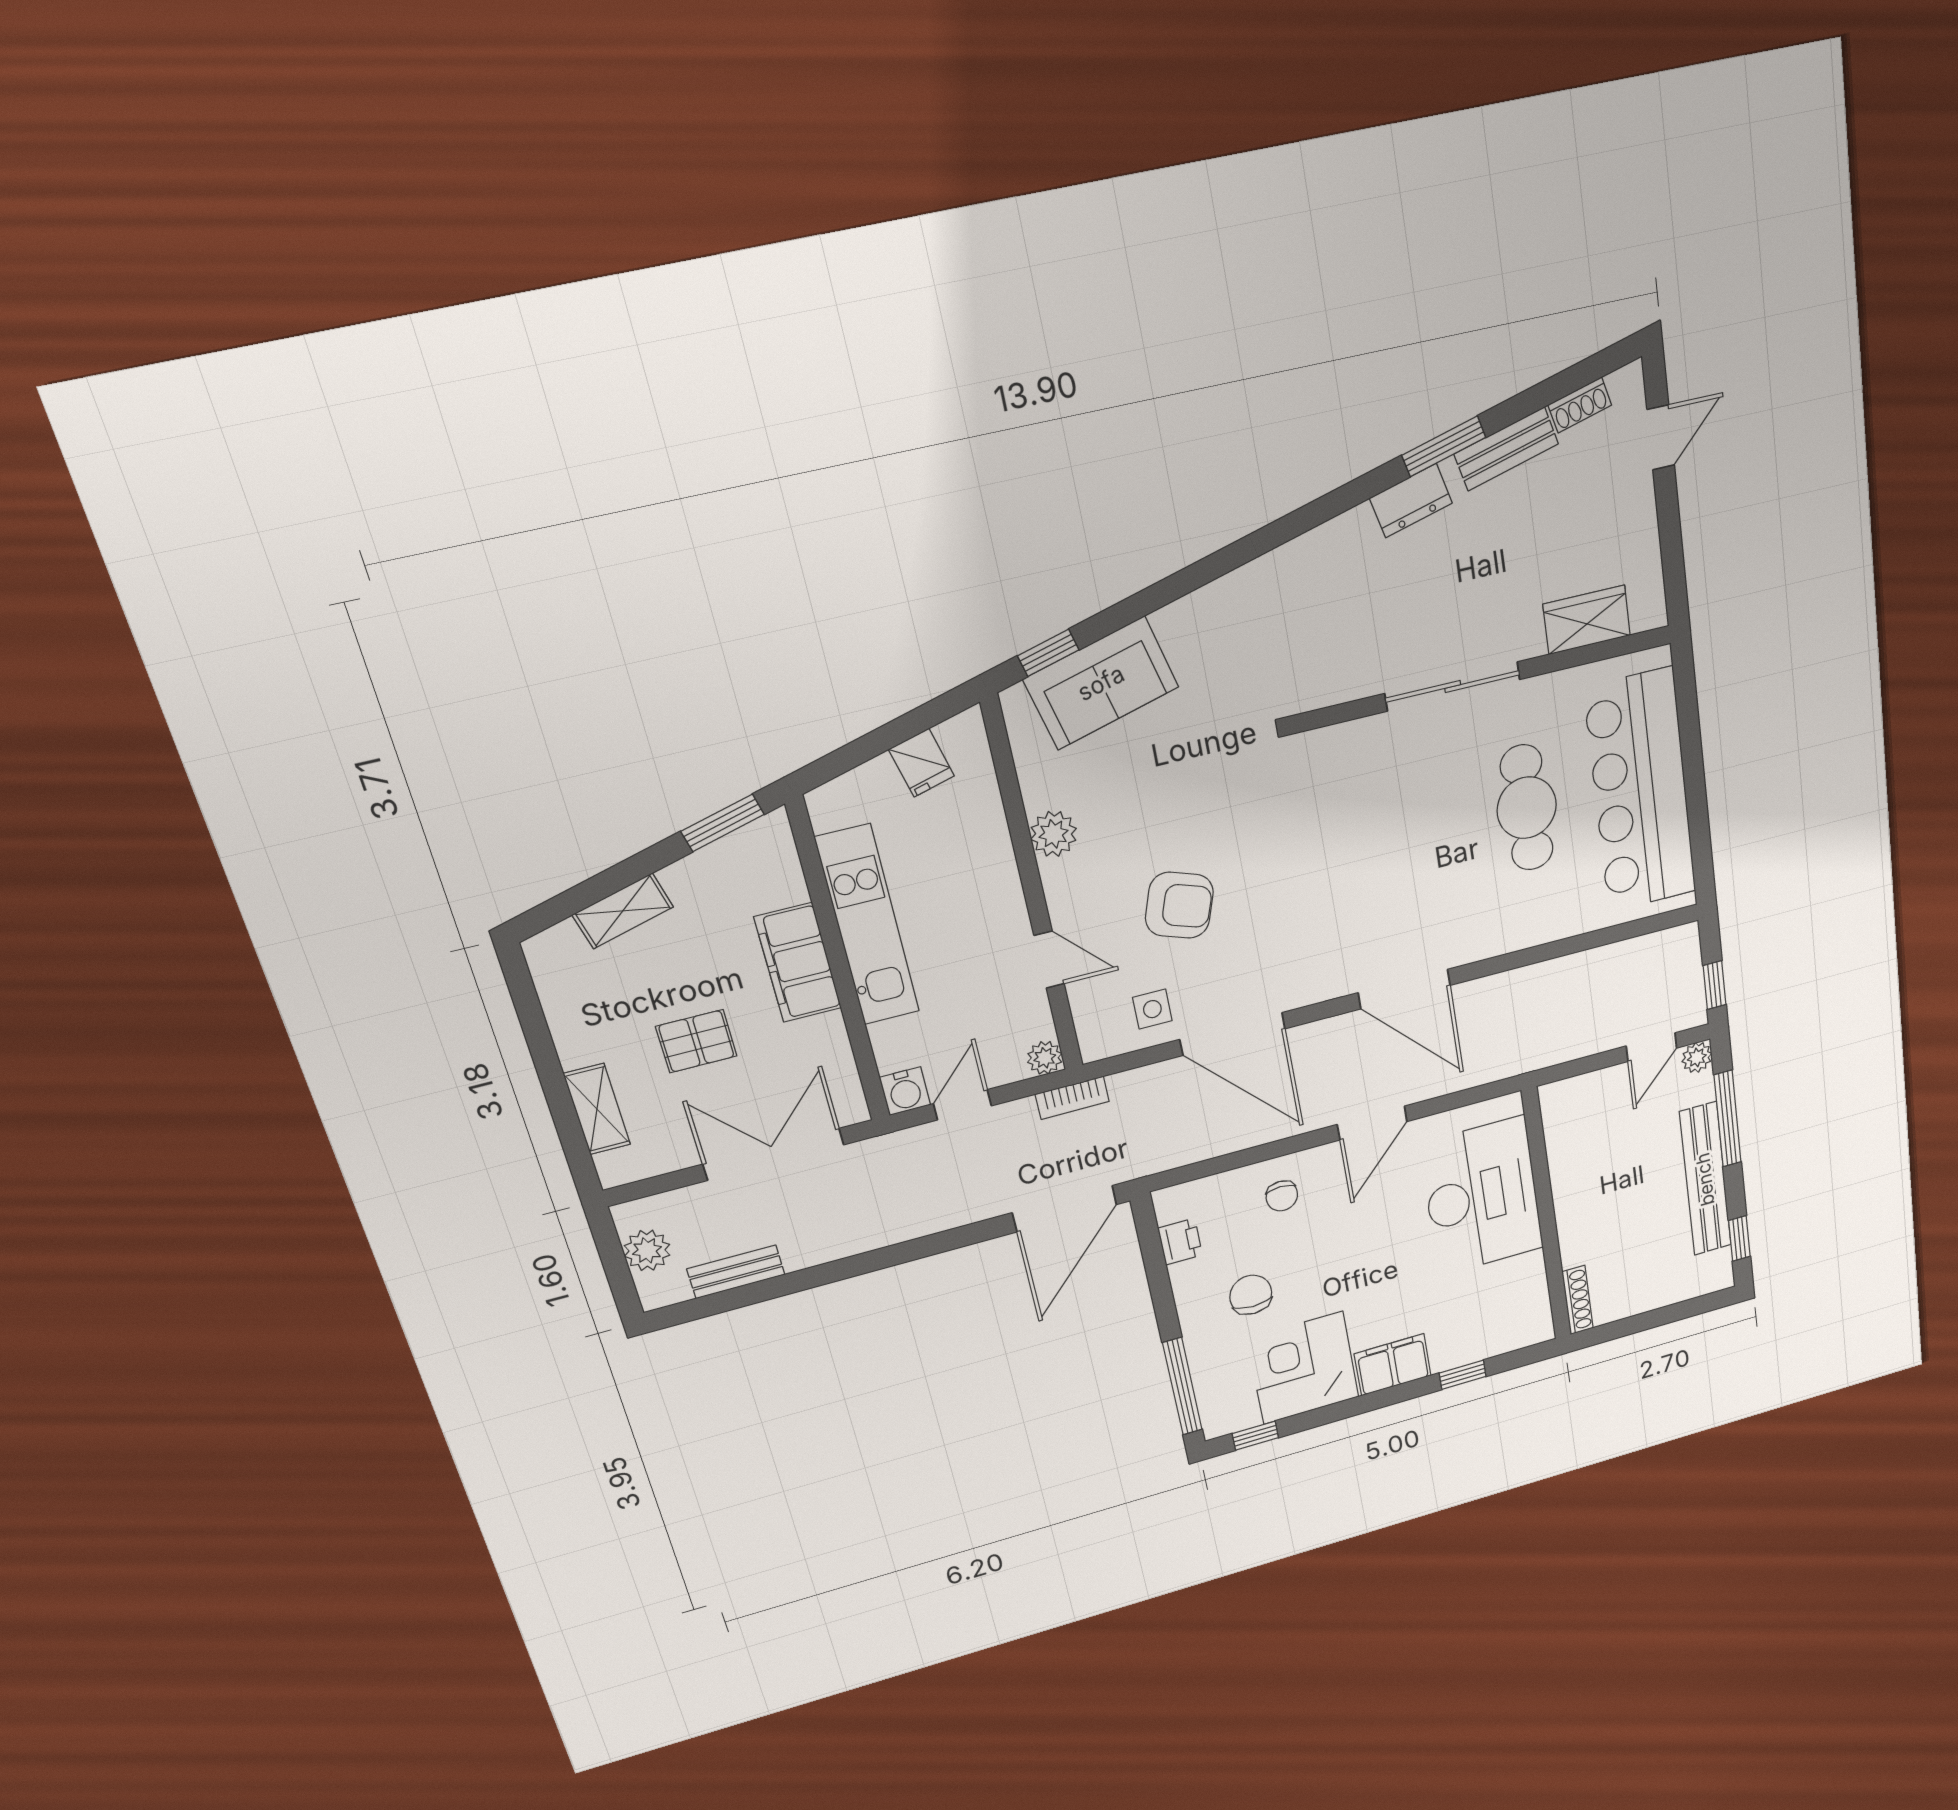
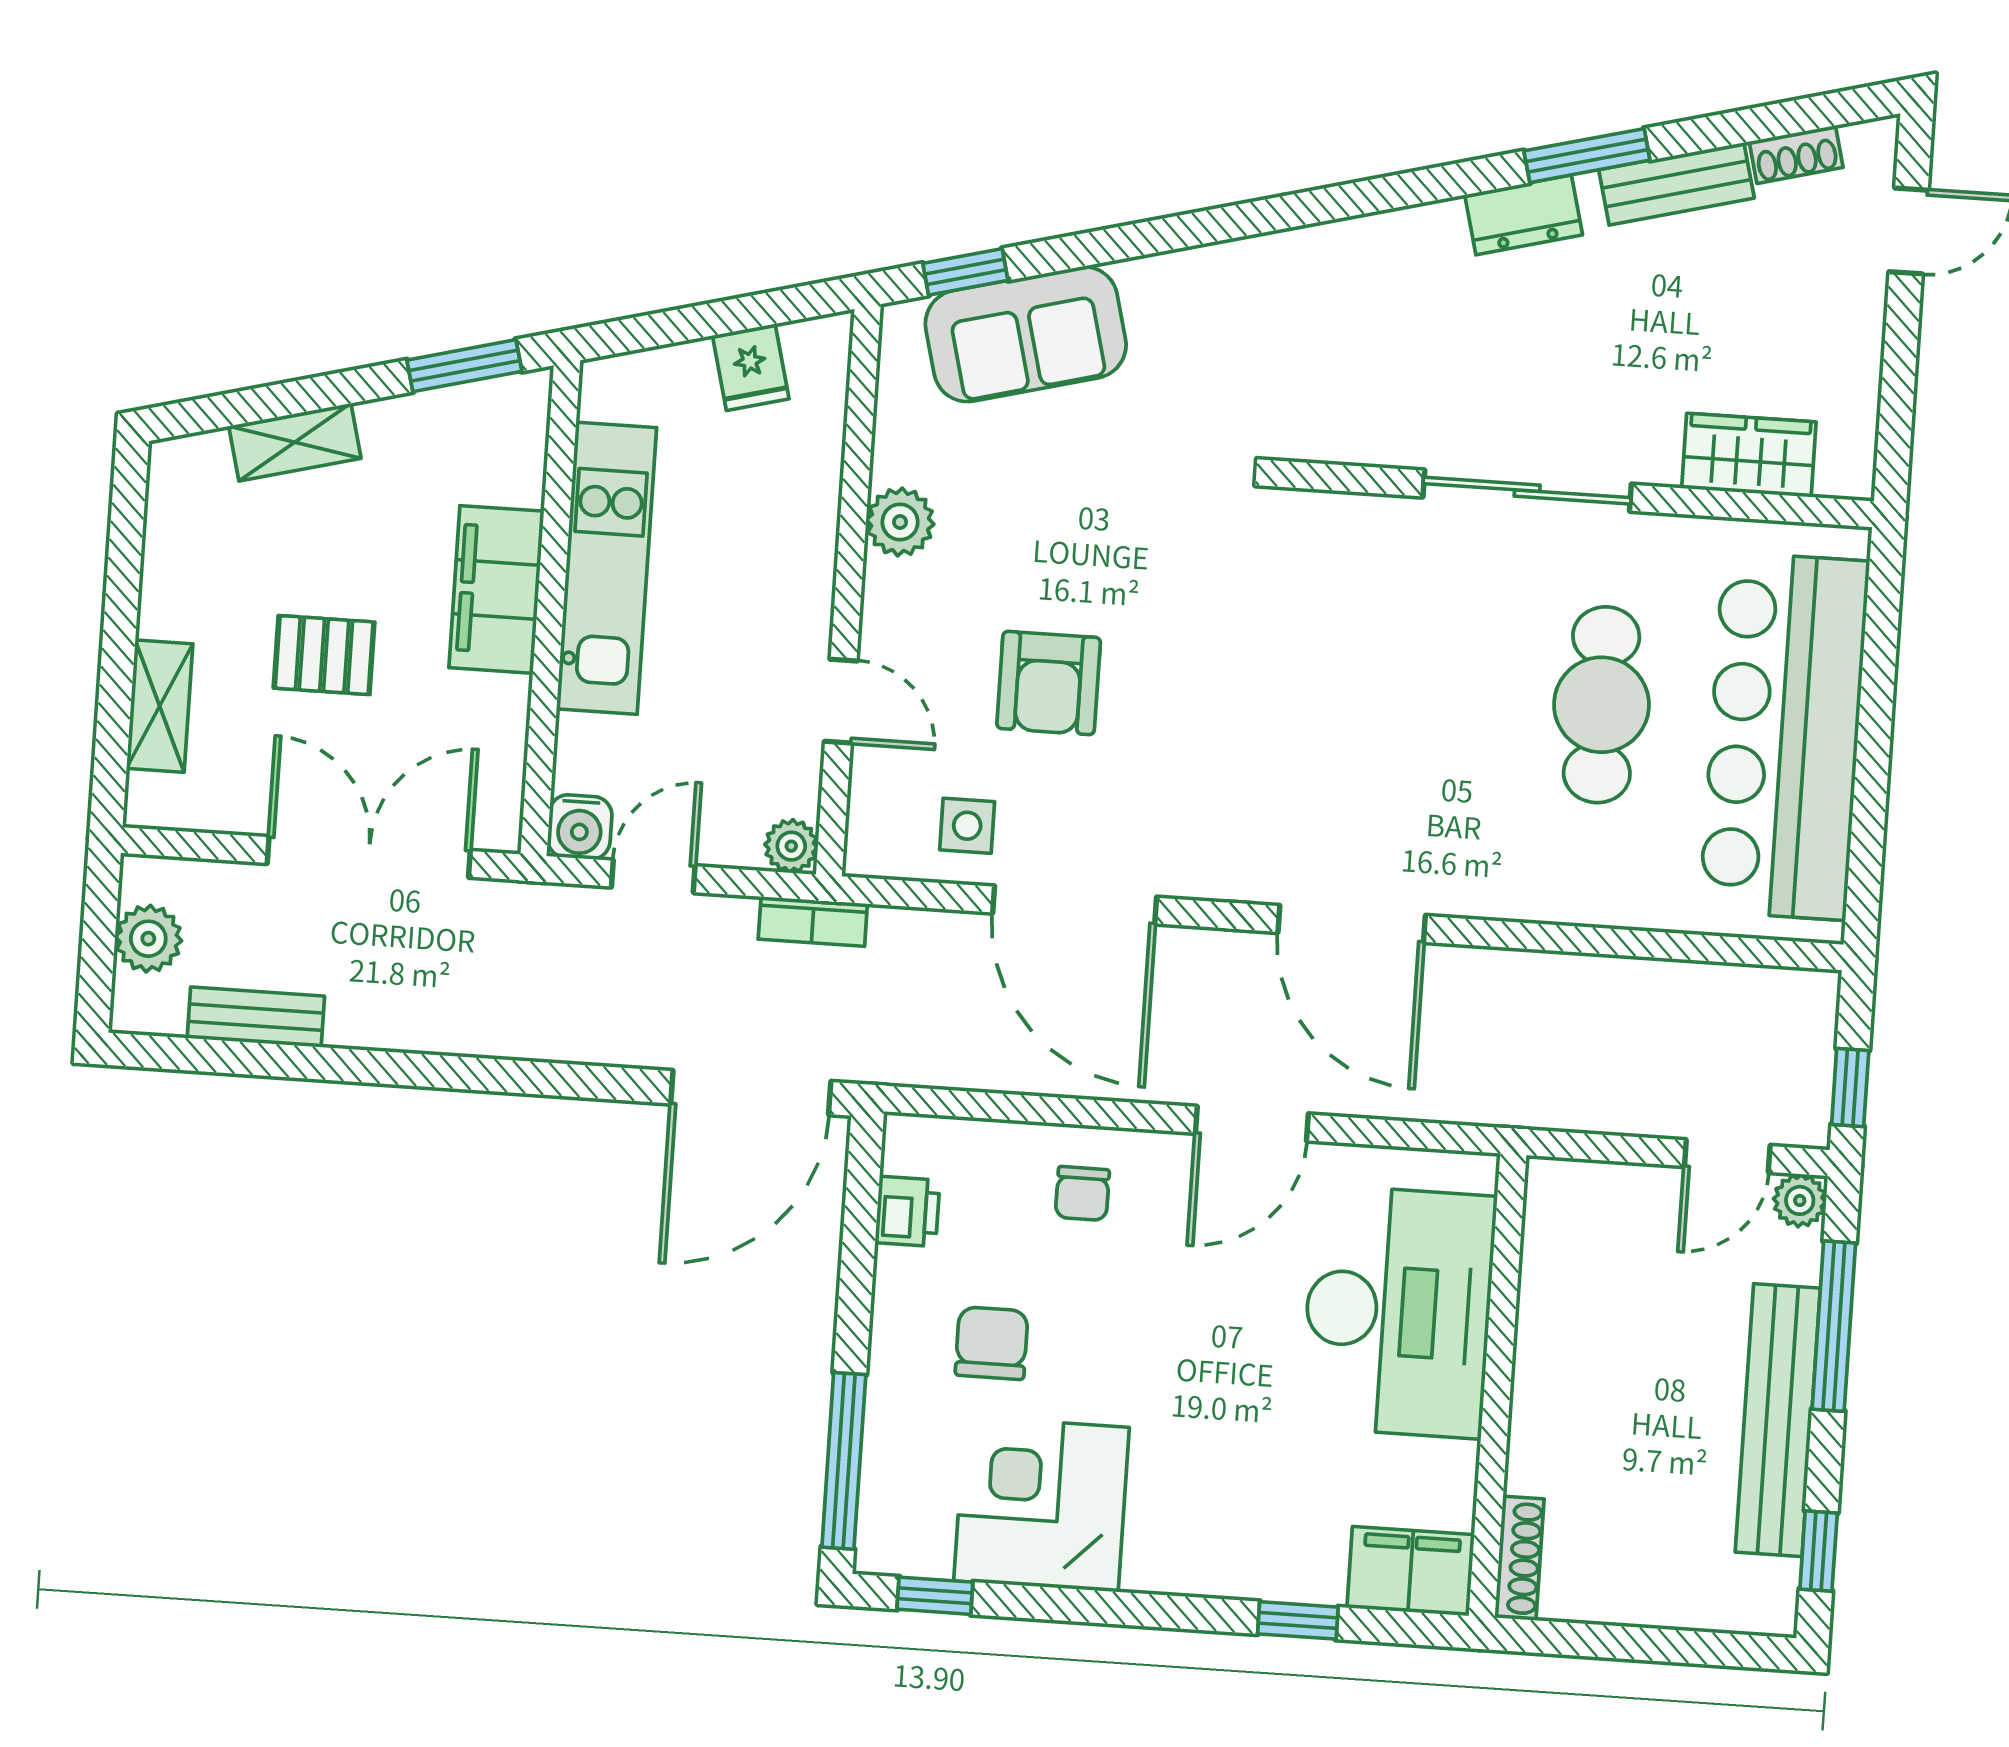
armchair: (1179, 905) -> (1049, 683), turned 71
filing cabinet: (1393, 1365) -> (1411, 1571), moved

